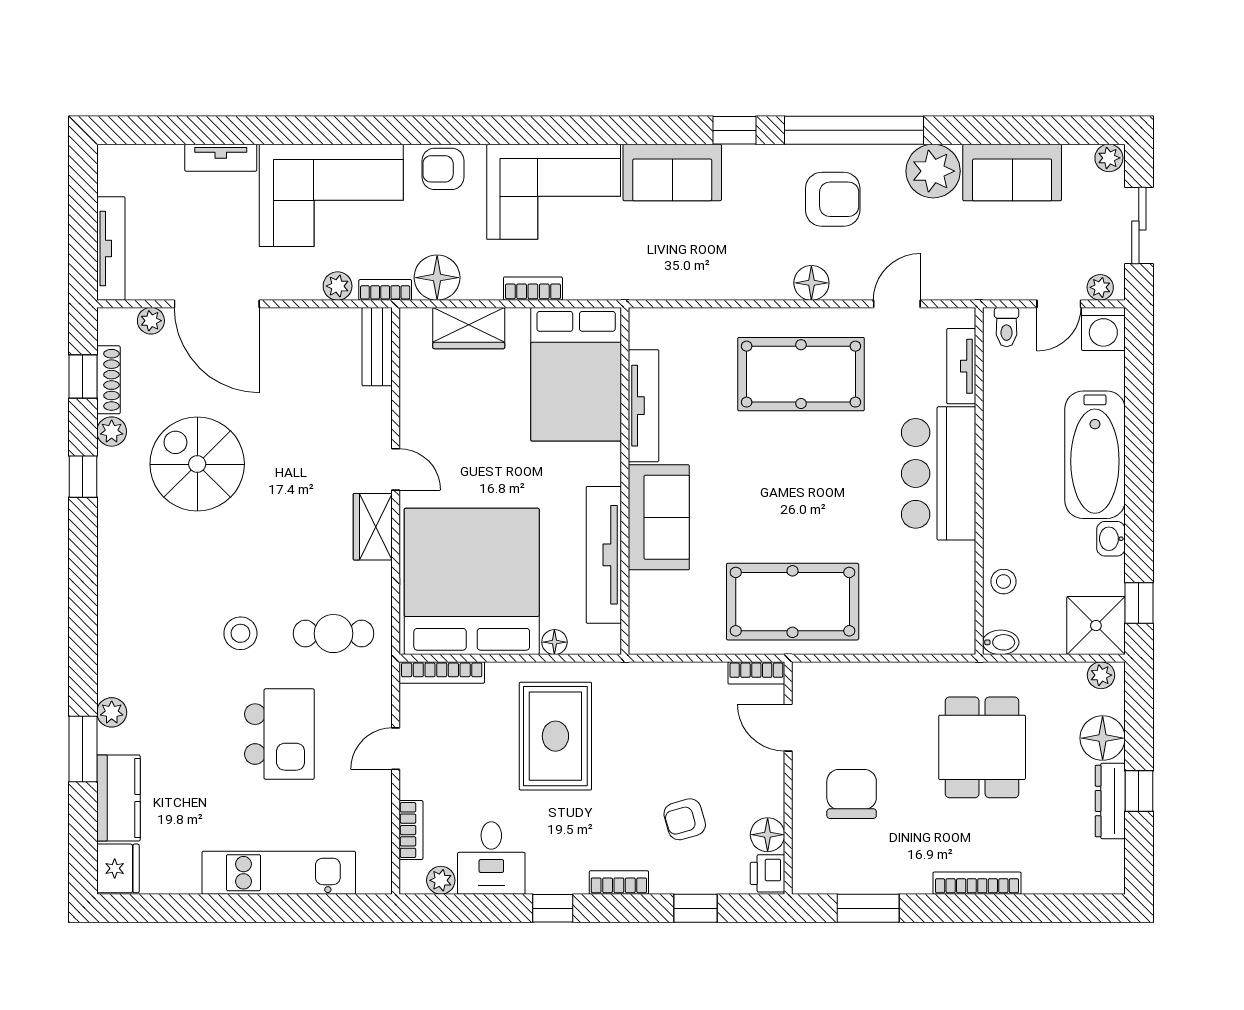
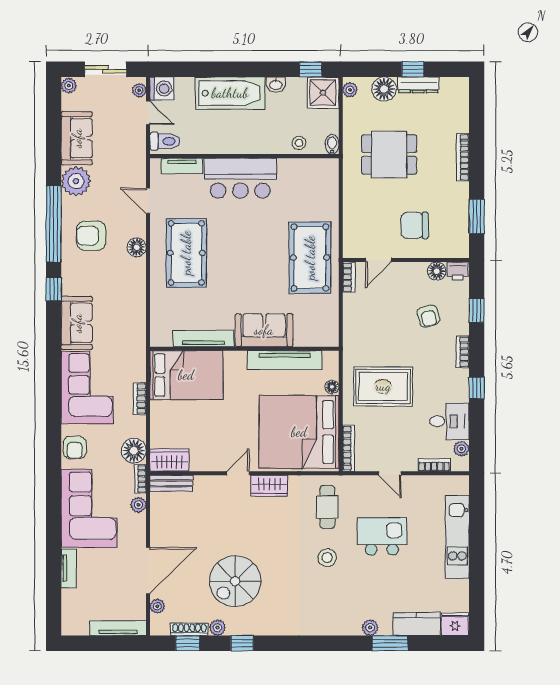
armchair: (833, 199) -> (91, 236), turned -90
toilet: (1007, 327) -> (165, 141), width x1.37, depth x1.39
wardrobe: (469, 328) -> (169, 460), moved, turned -90

